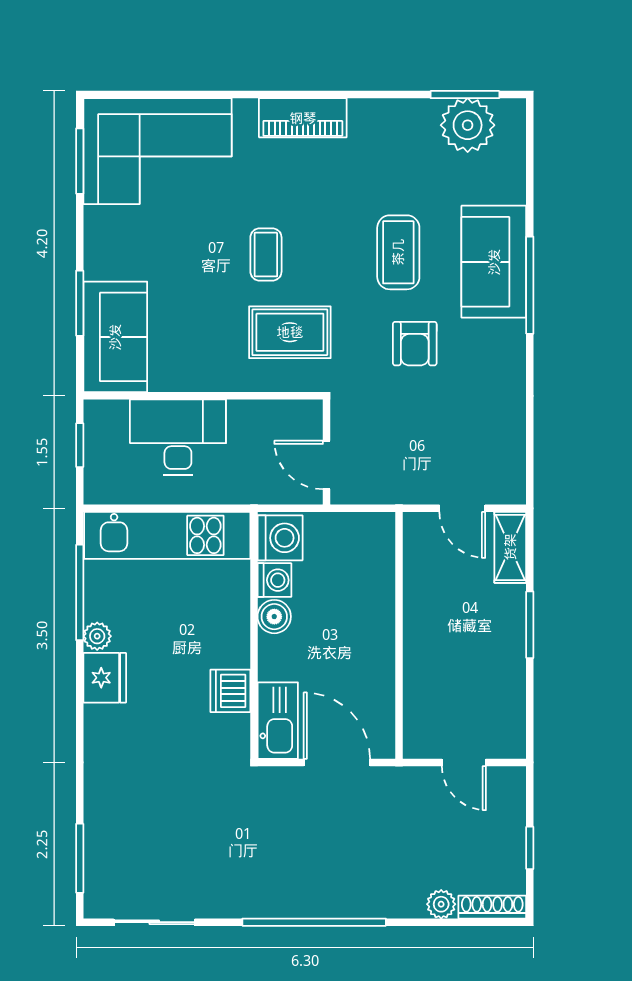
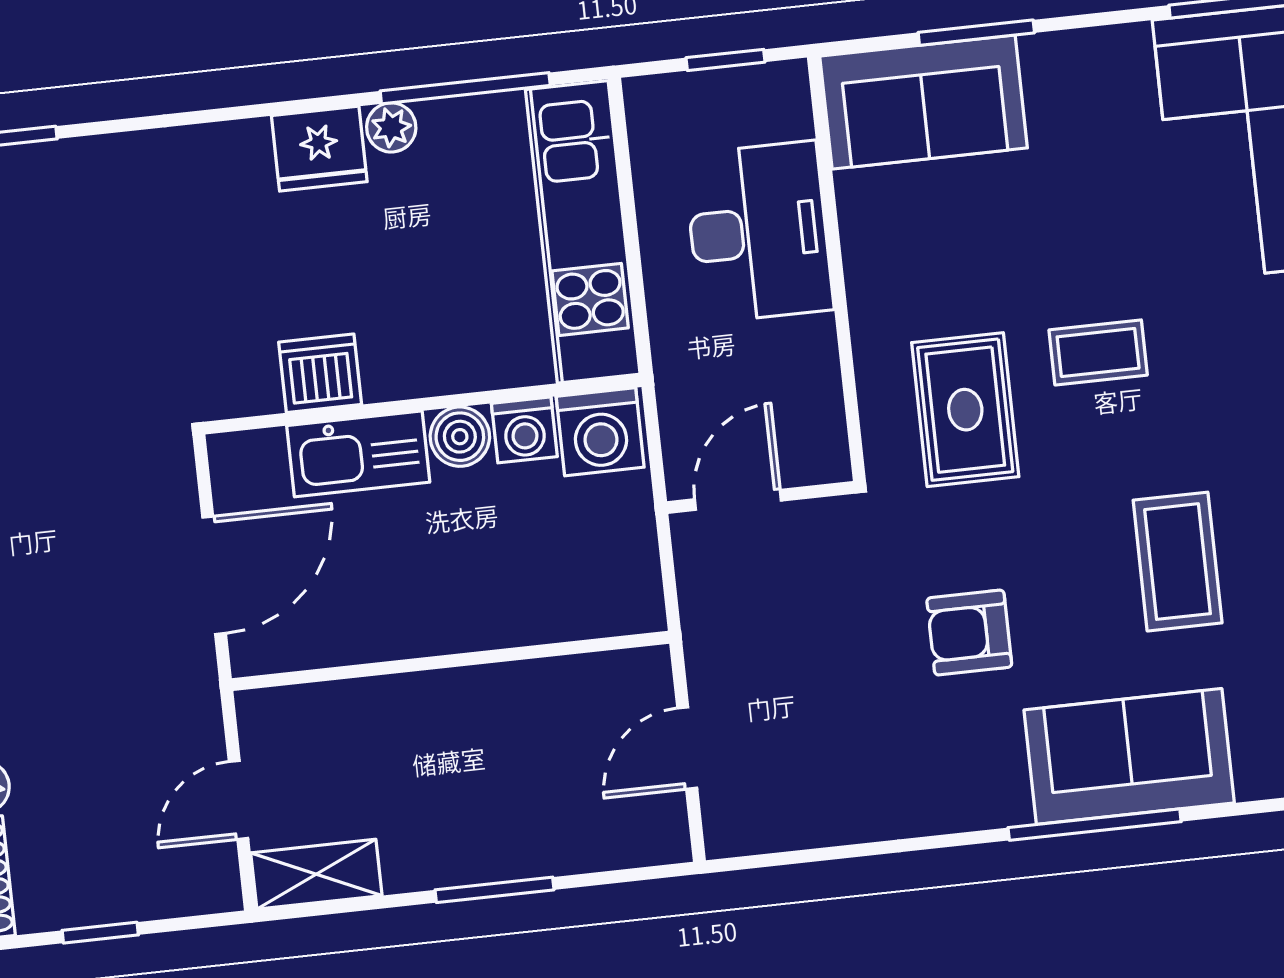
coffee table: (398, 252) -> (1178, 562), moved, turned 90
shelving: (510, 547) -> (316, 874), moved
kitchen sink: (278, 721) -> (358, 454), moved

